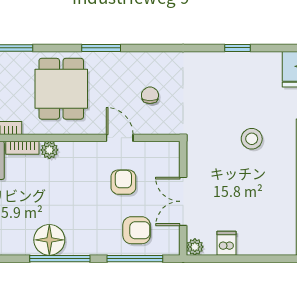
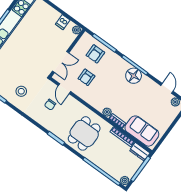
door: (120, 138) -> (64, 89), moved
stool: (252, 139) -> (21, 91), moved
double door: (183, 201) -> (61, 62), moved
armchair: (137, 230) -> (95, 54), turned -90

